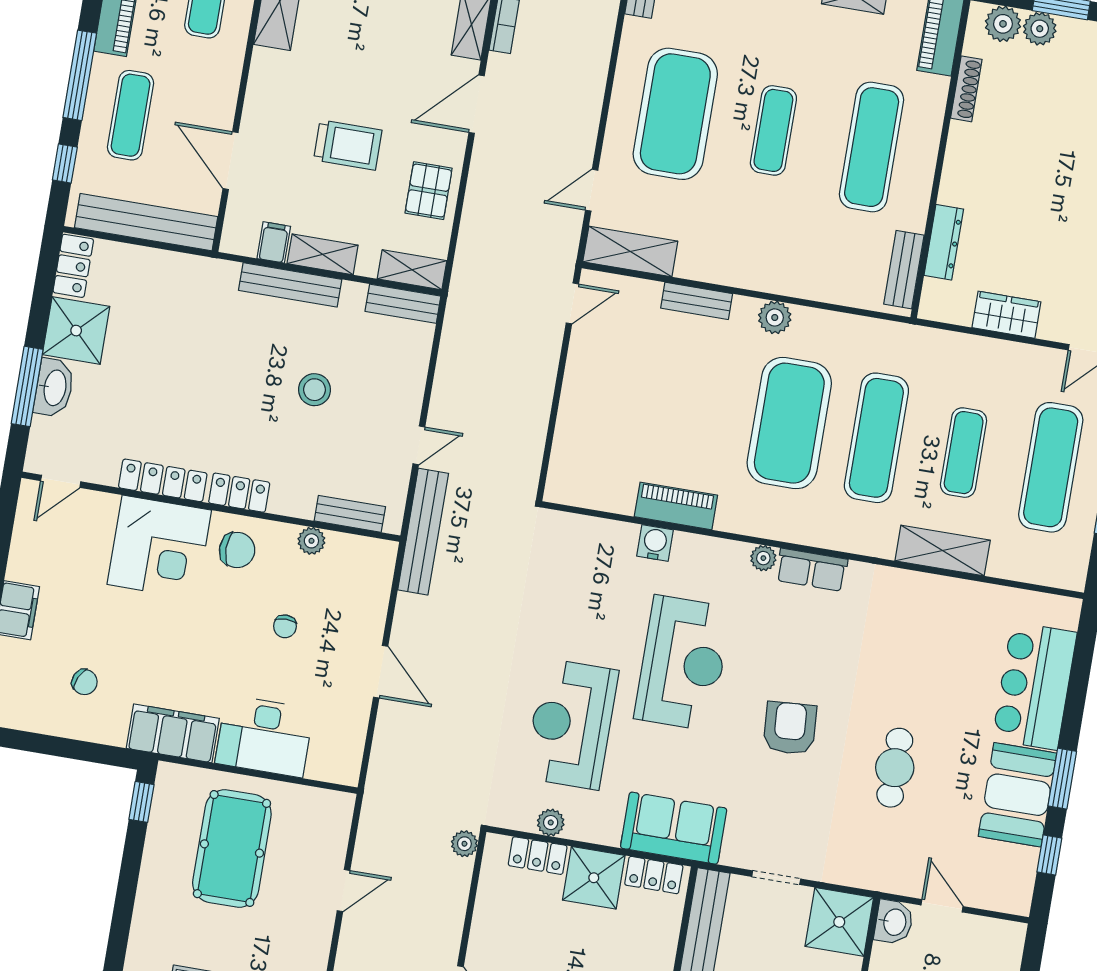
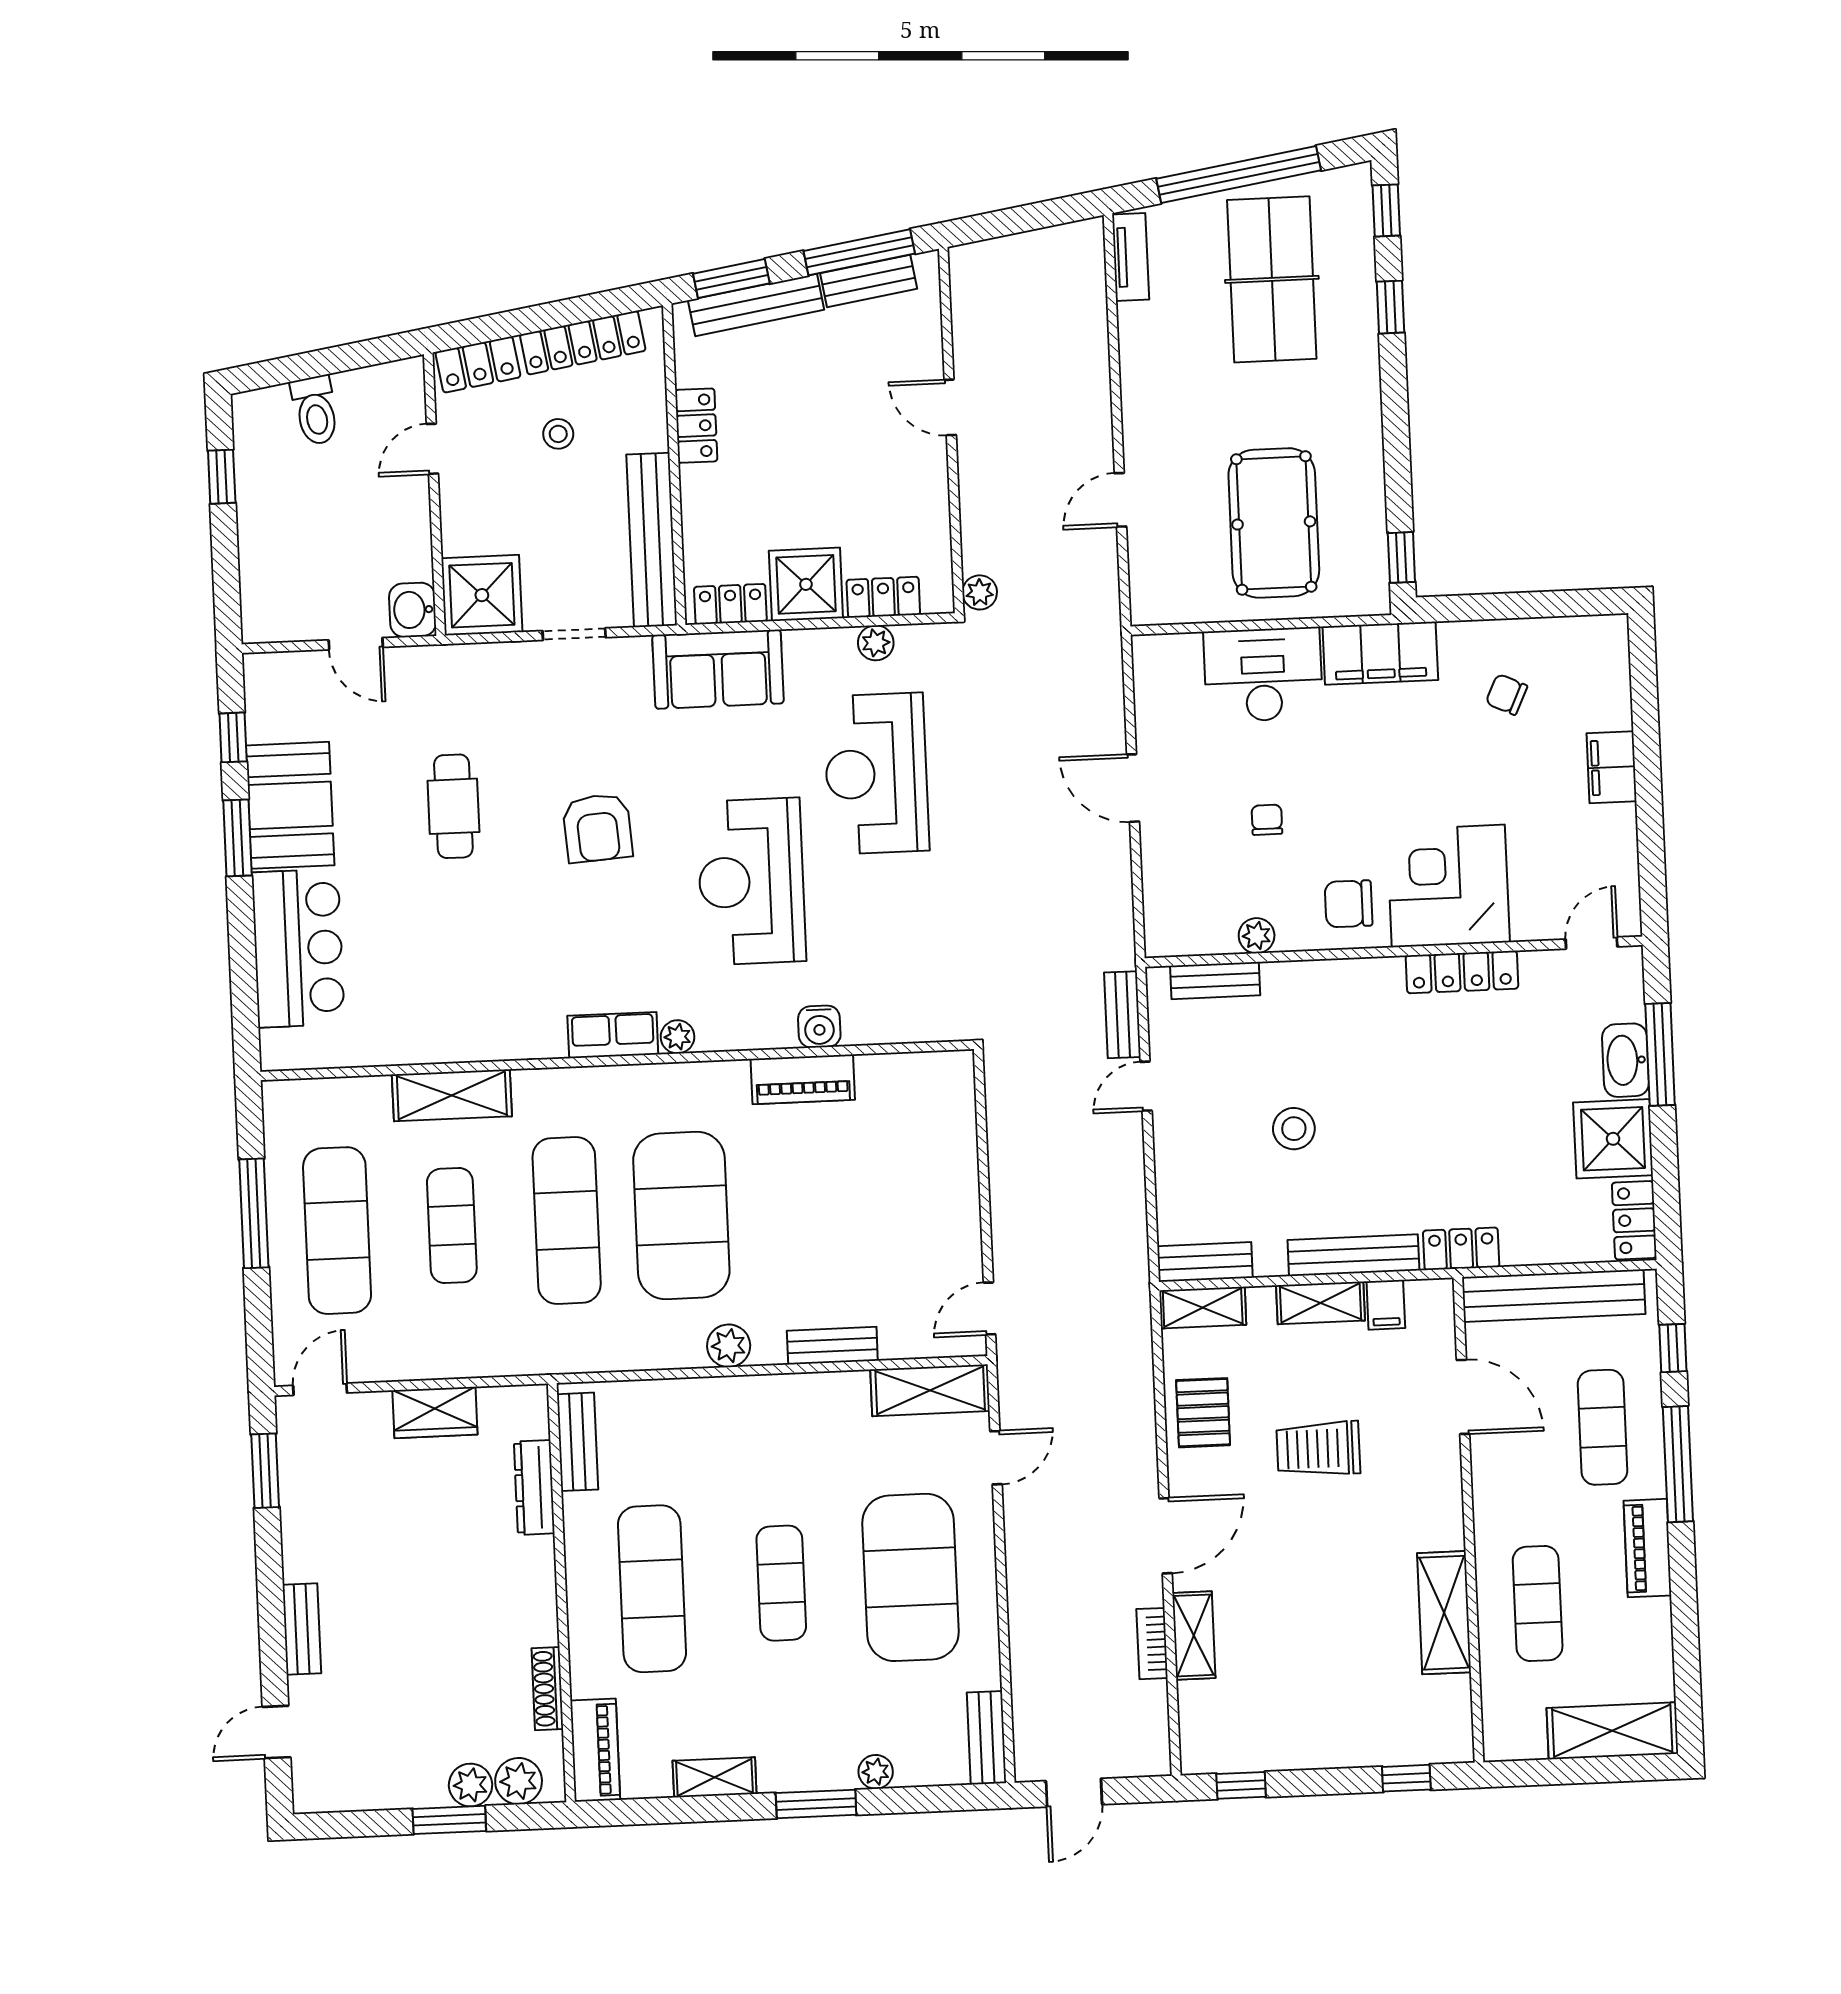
locker: (239, 493) -> (1461, 1249), moved, turned 180
bench: (423, 532) -> (1122, 1015), width x0.54, depth x0.82
reception desk: (571, 724) -> (876, 774), turned 180

